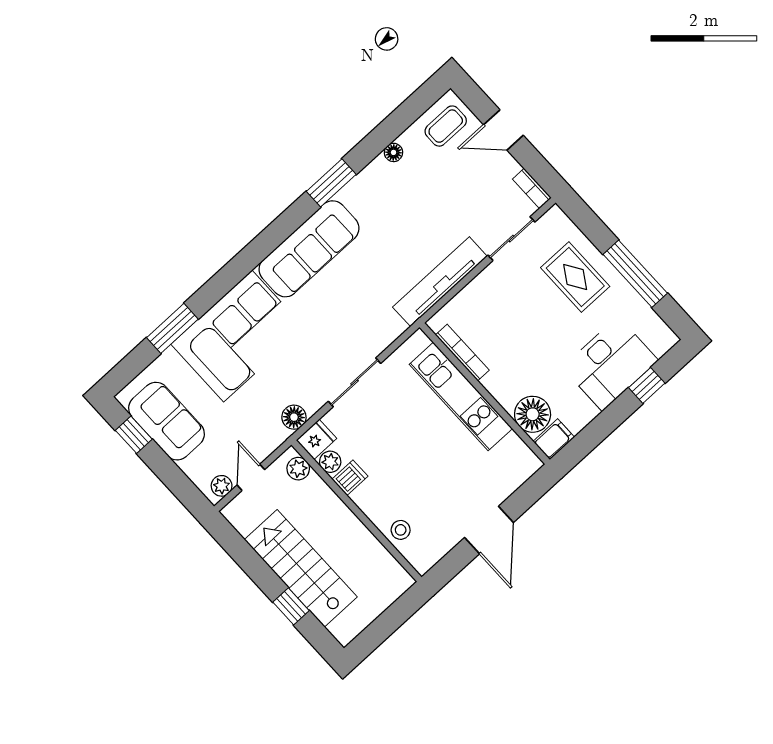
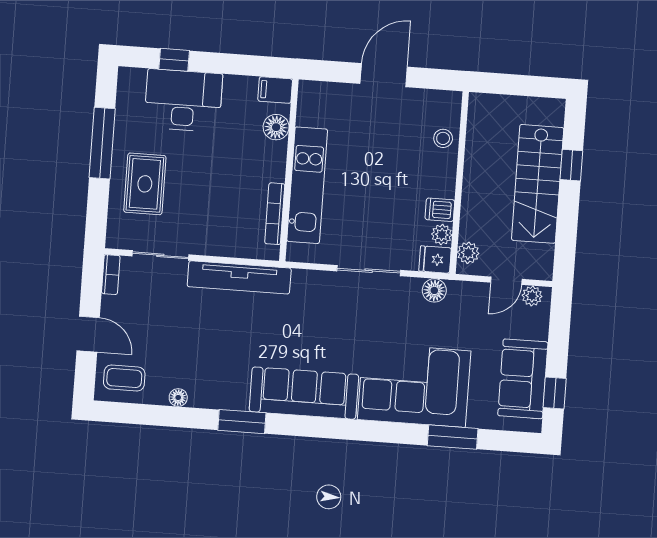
floor lamp: (533, 414) -> (276, 127), width x0.73, depth x0.73

